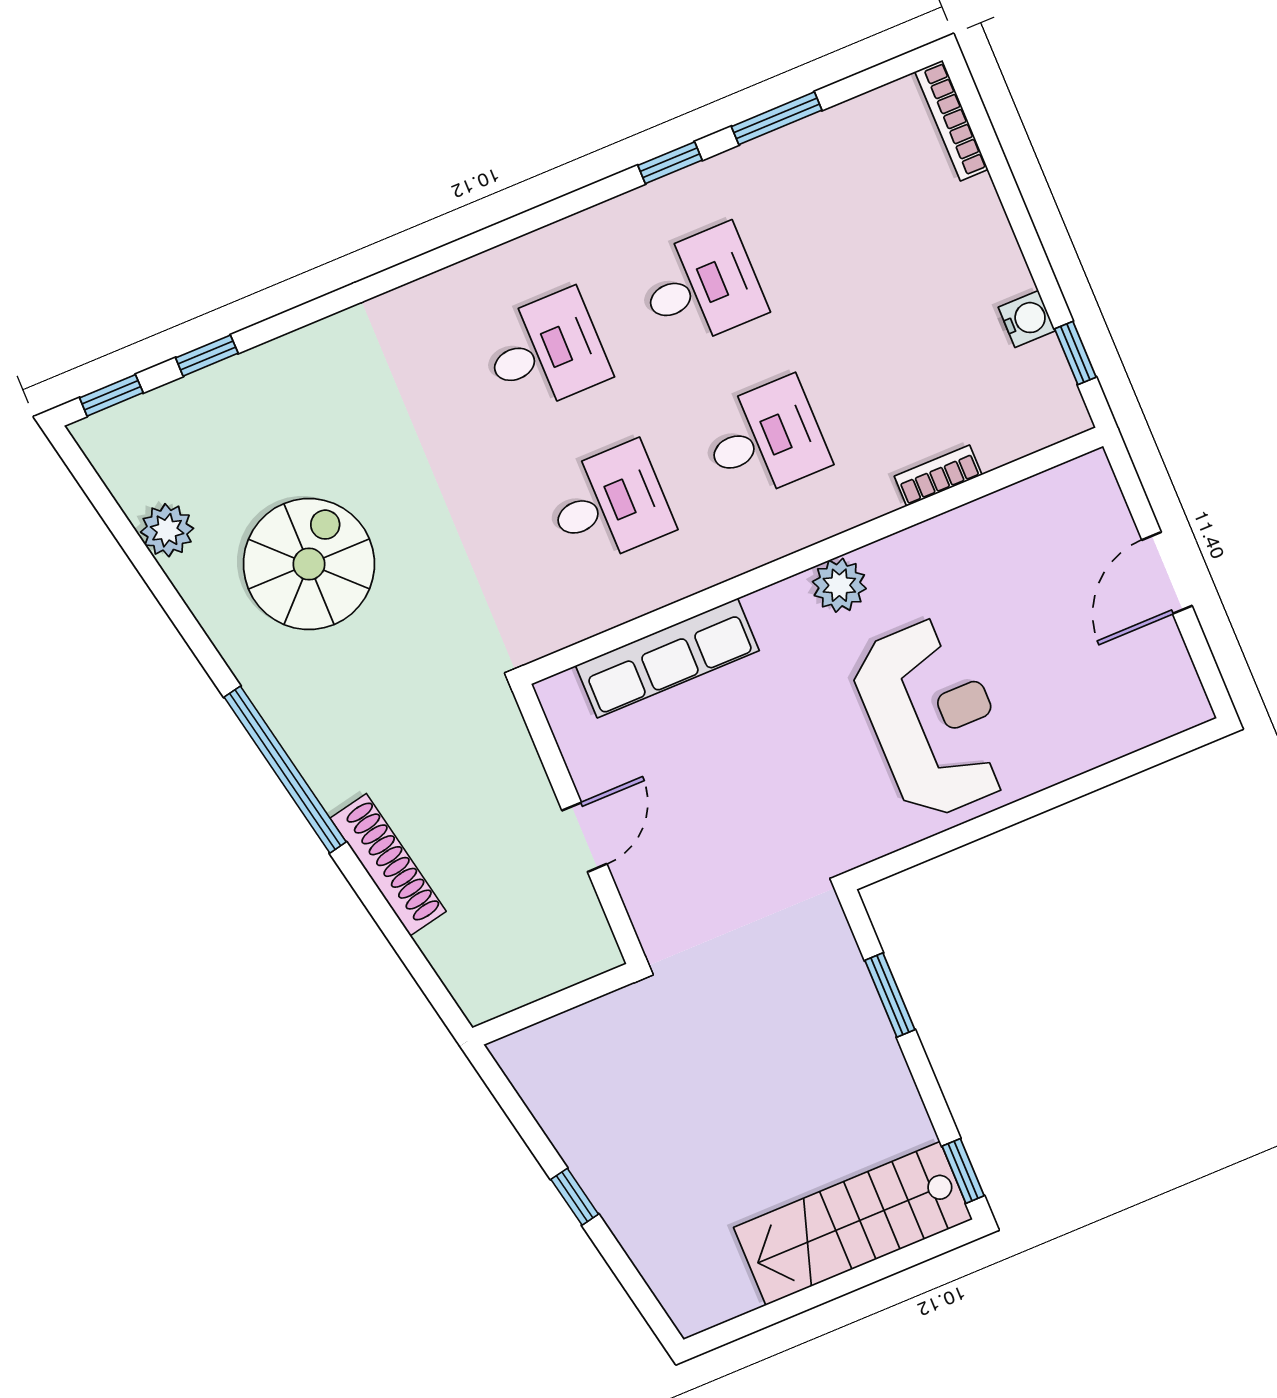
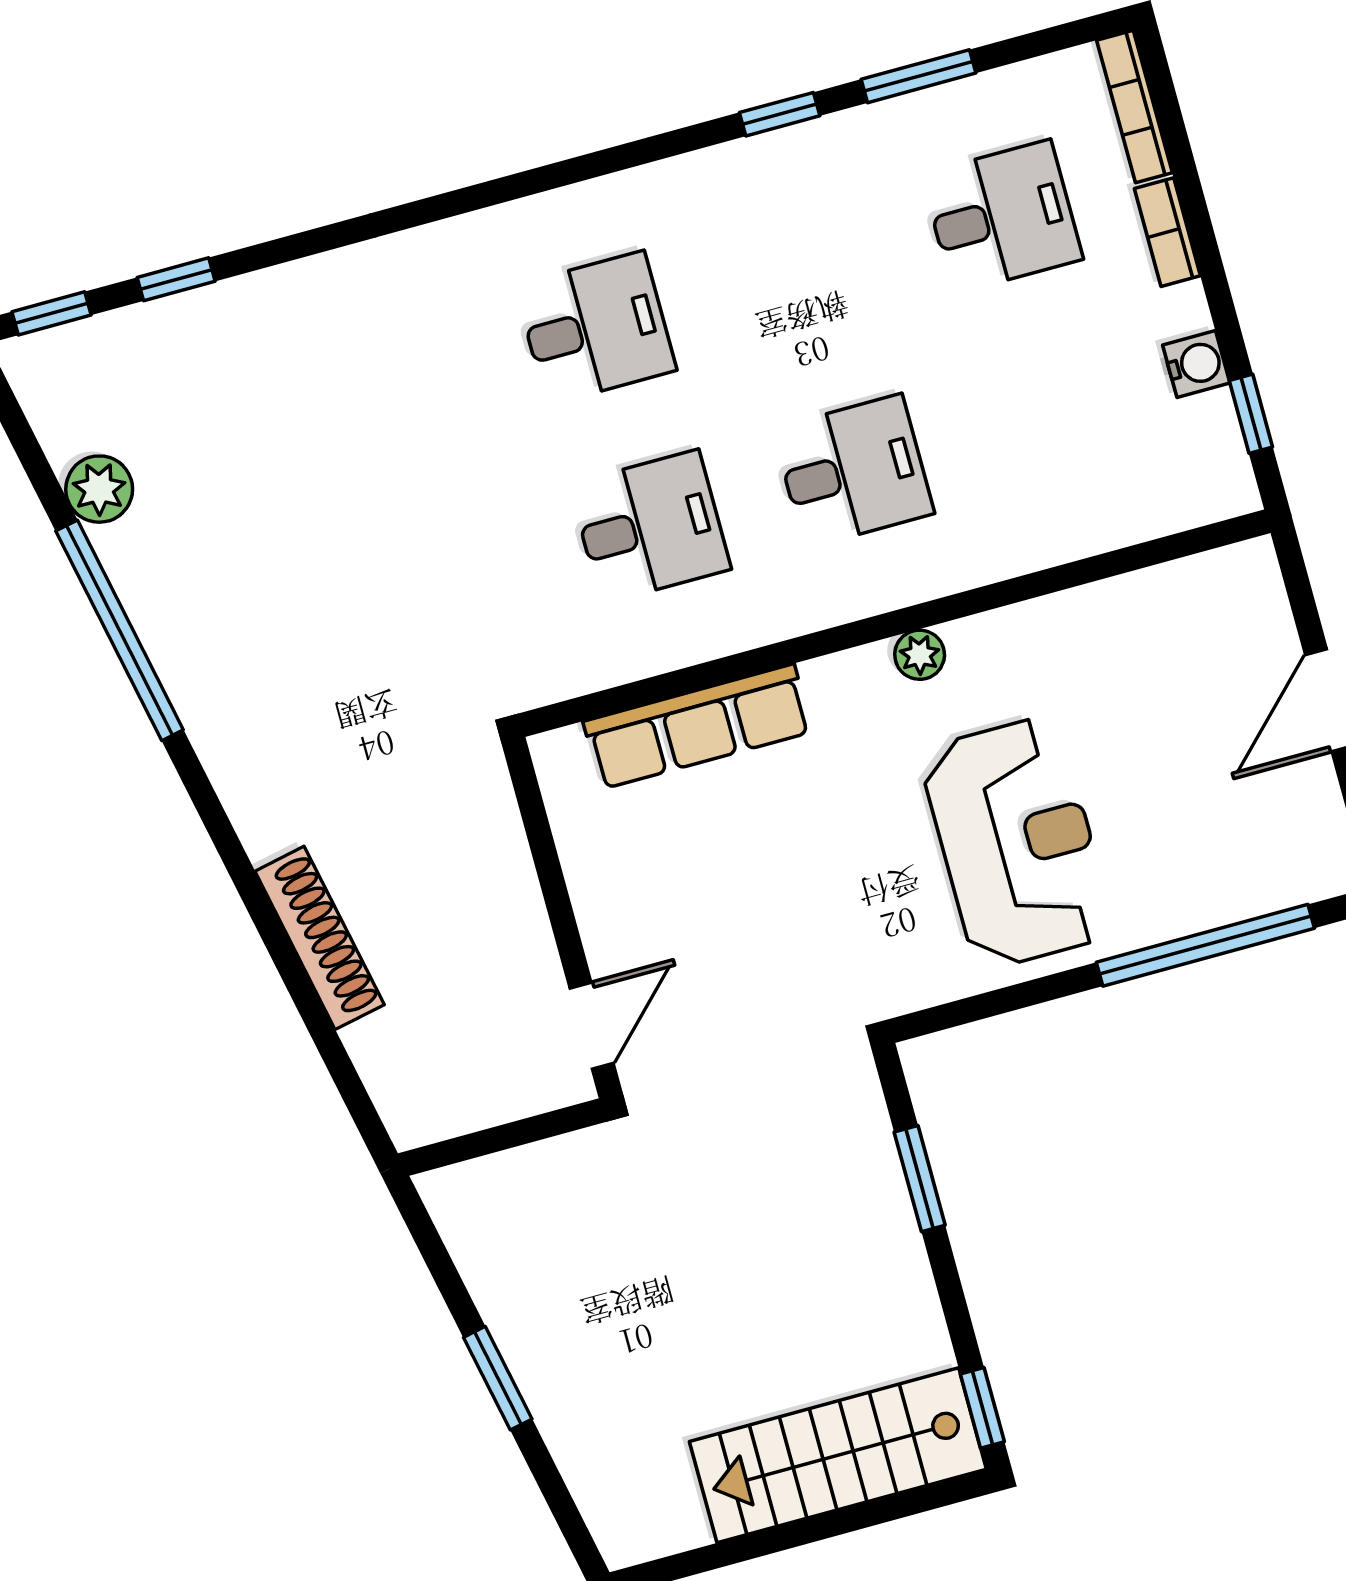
desk: (701, 287) -> (1002, 217), moved
bookcase: (938, 476) -> (1167, 232), moved, turned -90
spiral stairs: (309, 564) -> (269, 553), removed
plant: (839, 585) -> (920, 655), width x0.73, depth x0.73
window: (285, 770) -> (120, 630), moved
window: (1093, 780) -> (1205, 945), added
door: (584, 837) -> (592, 1026), moved
window: (575, 1197) -> (498, 1378), width x1.50

